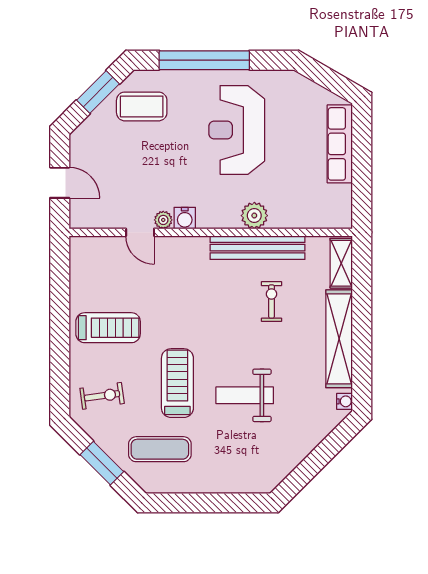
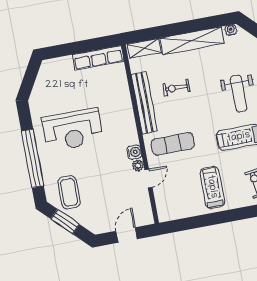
row of seats: (340, 144) -> (98, 58), moved
plant: (254, 216) -> (124, 109), removed
exercise mat: (186, 280) -> (173, 144), added

